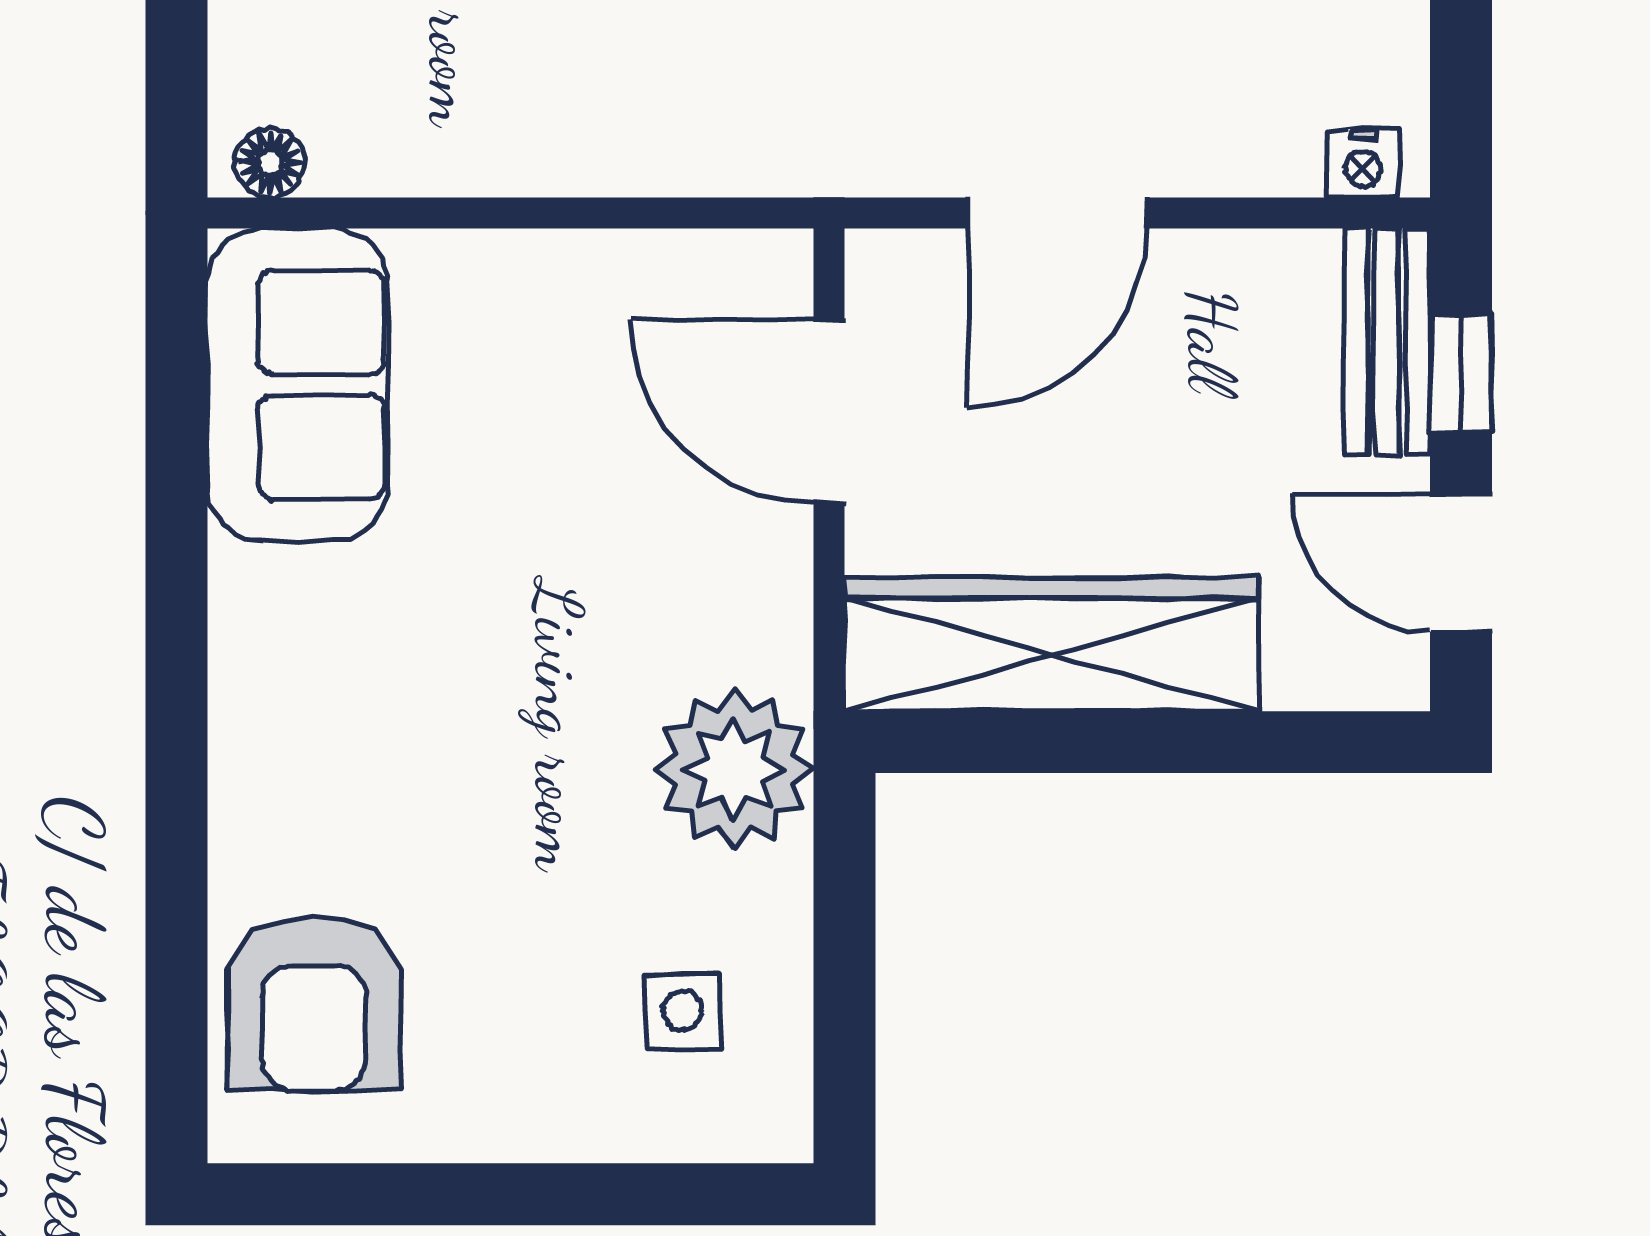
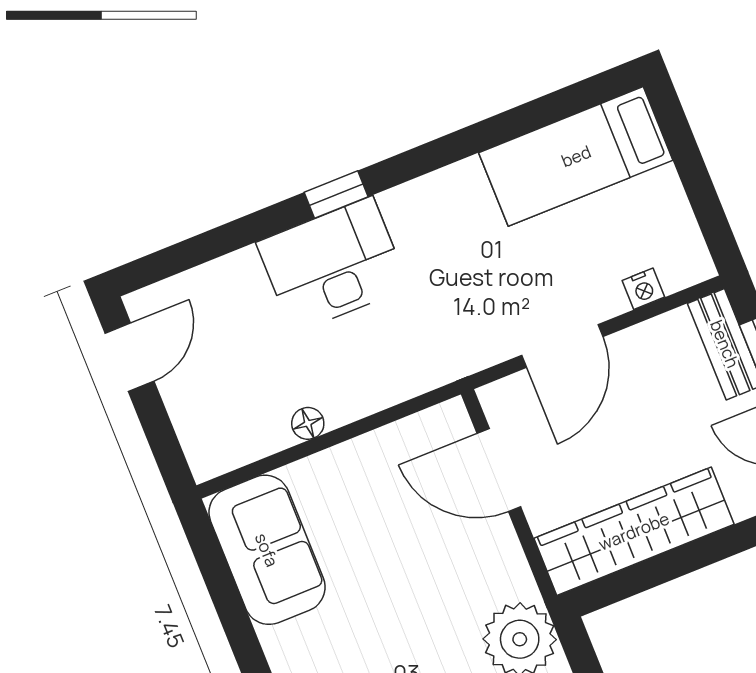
floor lamp: (270, 163) -> (308, 423), moved
nightstand: (1363, 163) -> (643, 289), moved

